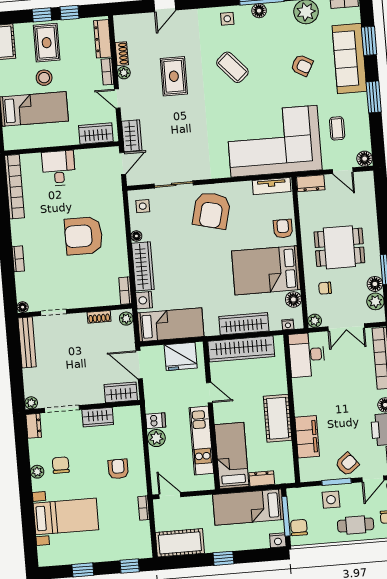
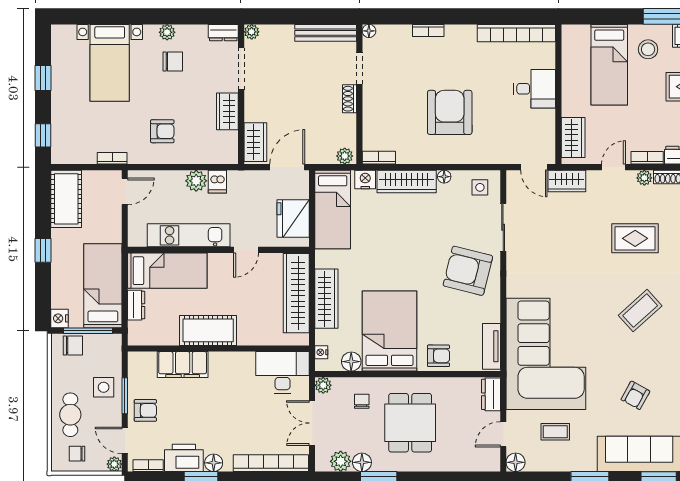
stool: (44, 78) -> (648, 49), moved
shoe rack: (99, 317) -> (350, 99), moved
armchair: (347, 464) -> (145, 410), turned -52

